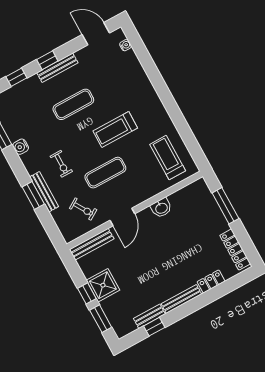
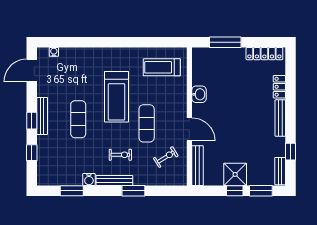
treadmill: (115, 129) -> (117, 97), width x1.37, depth x1.38
bench: (44, 192) -> (114, 181), moved
bench: (149, 316) -> (280, 171), moved

